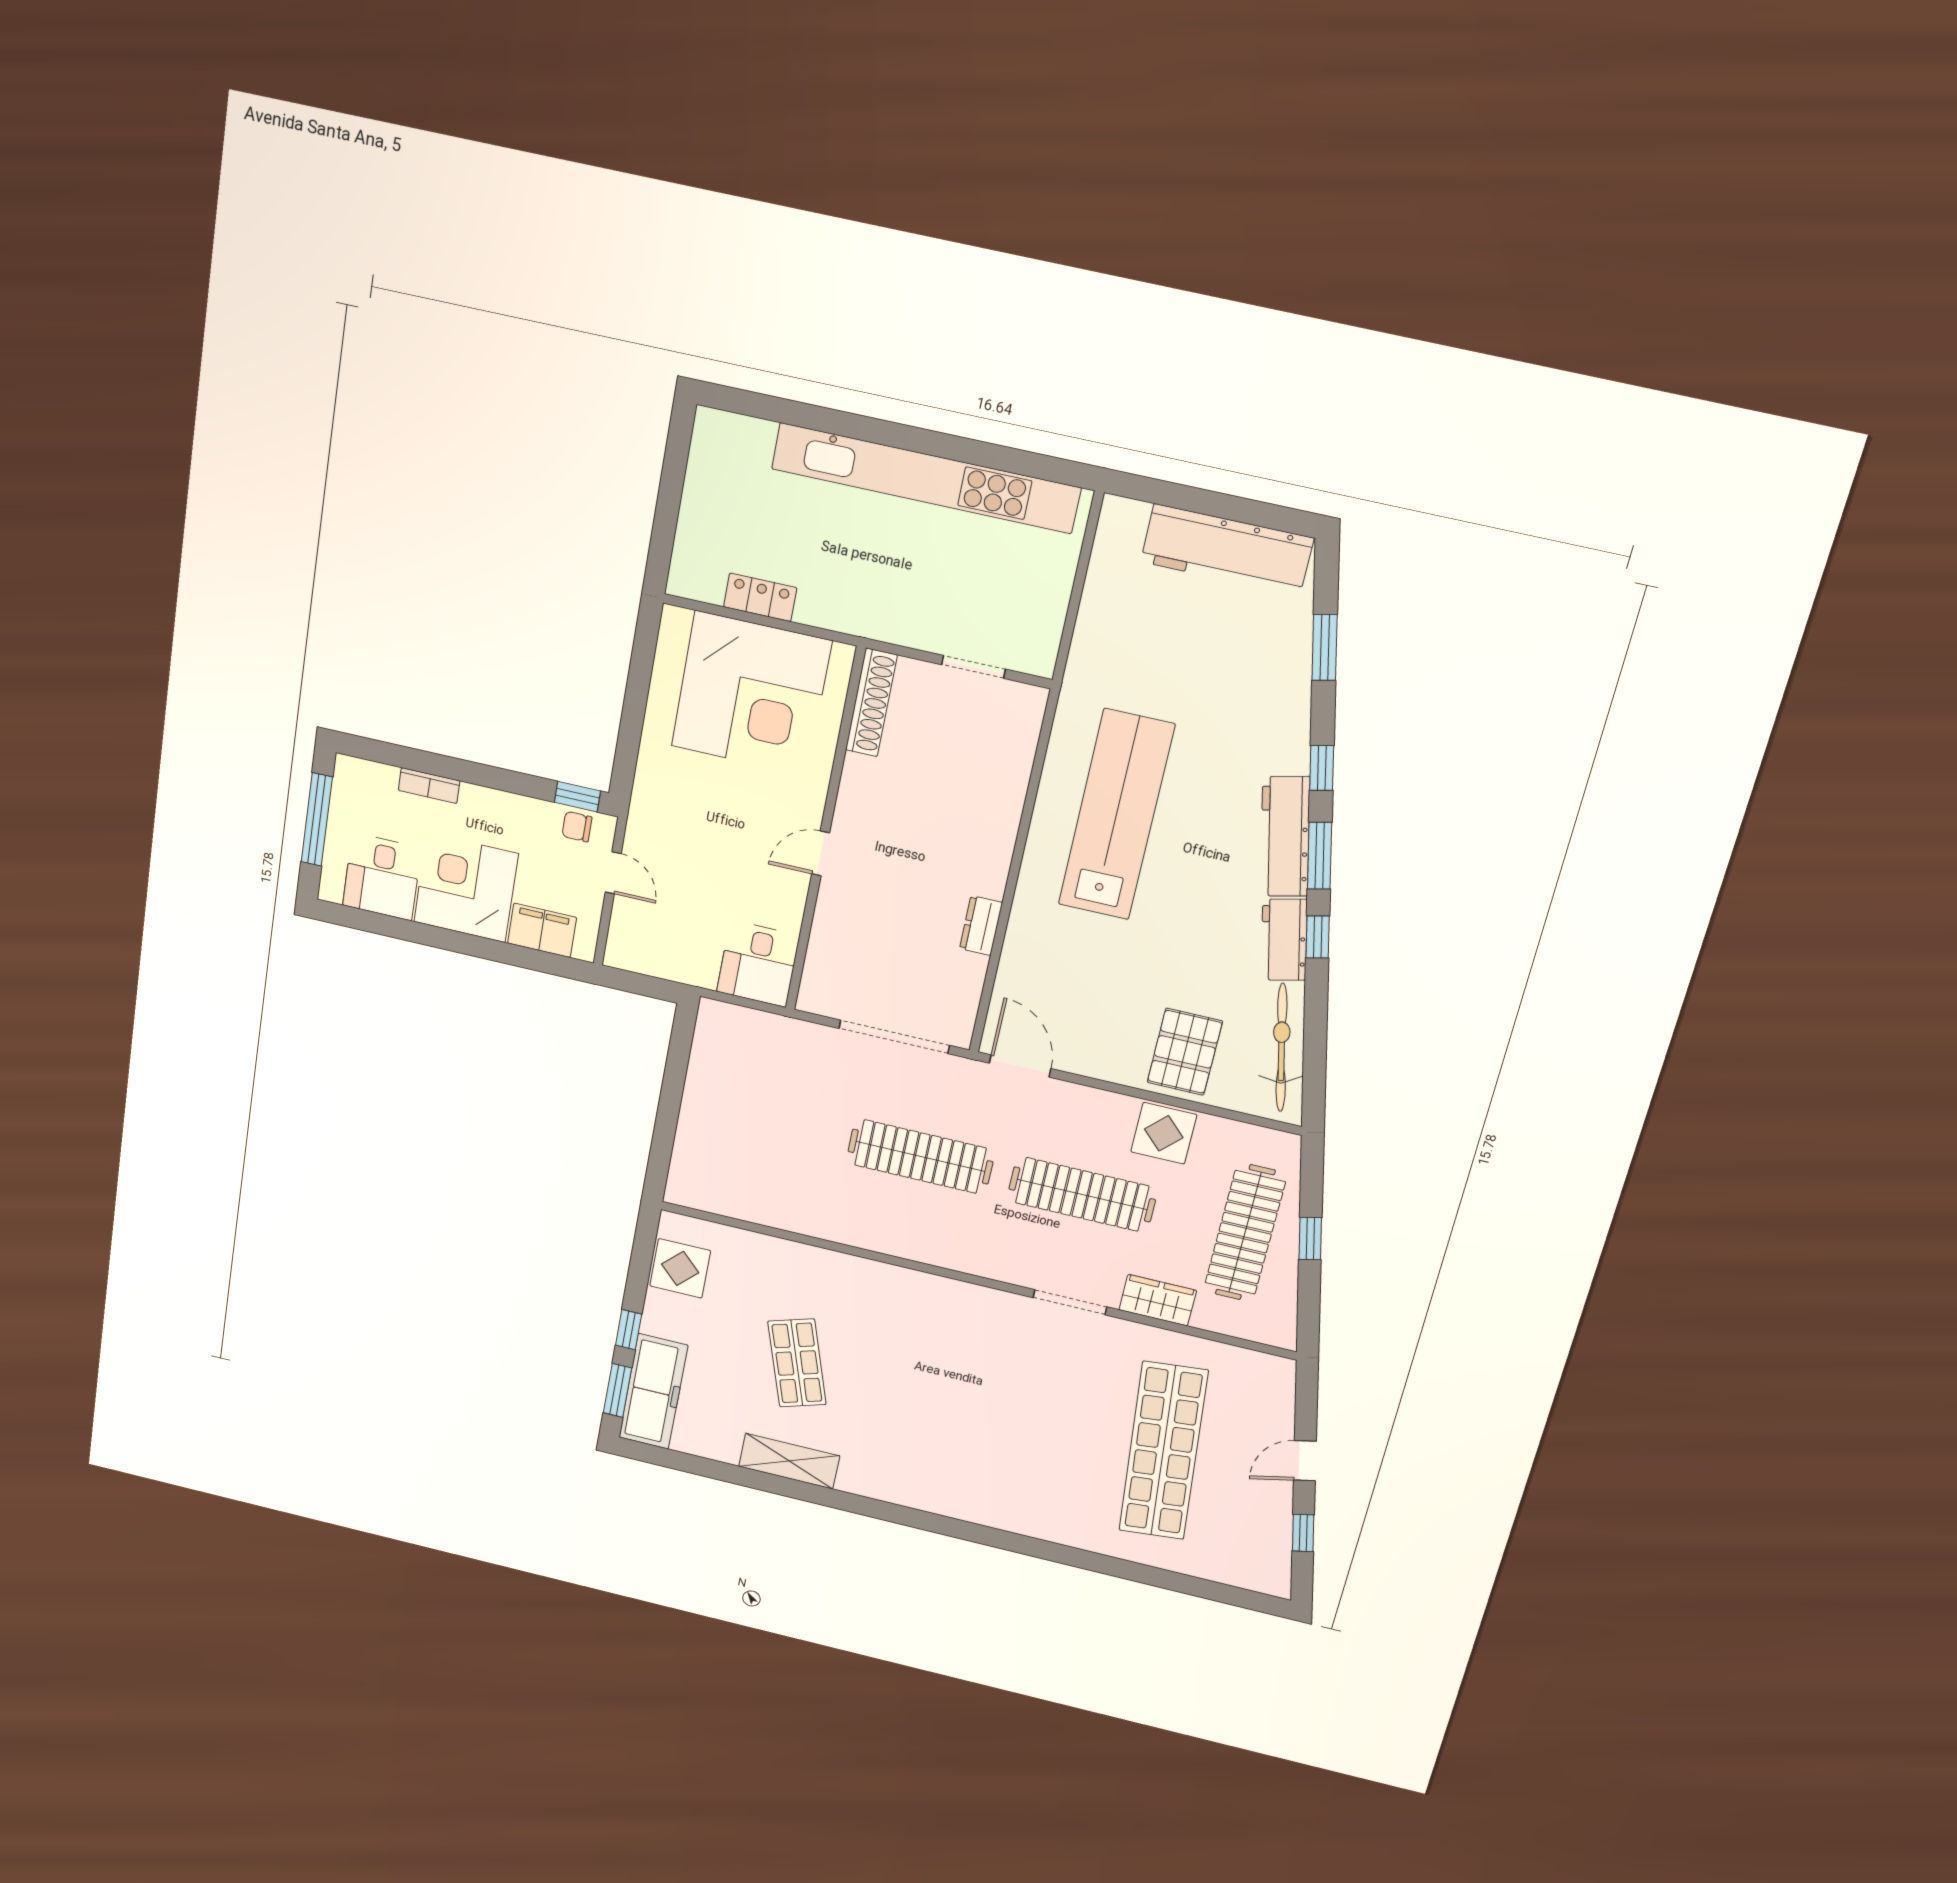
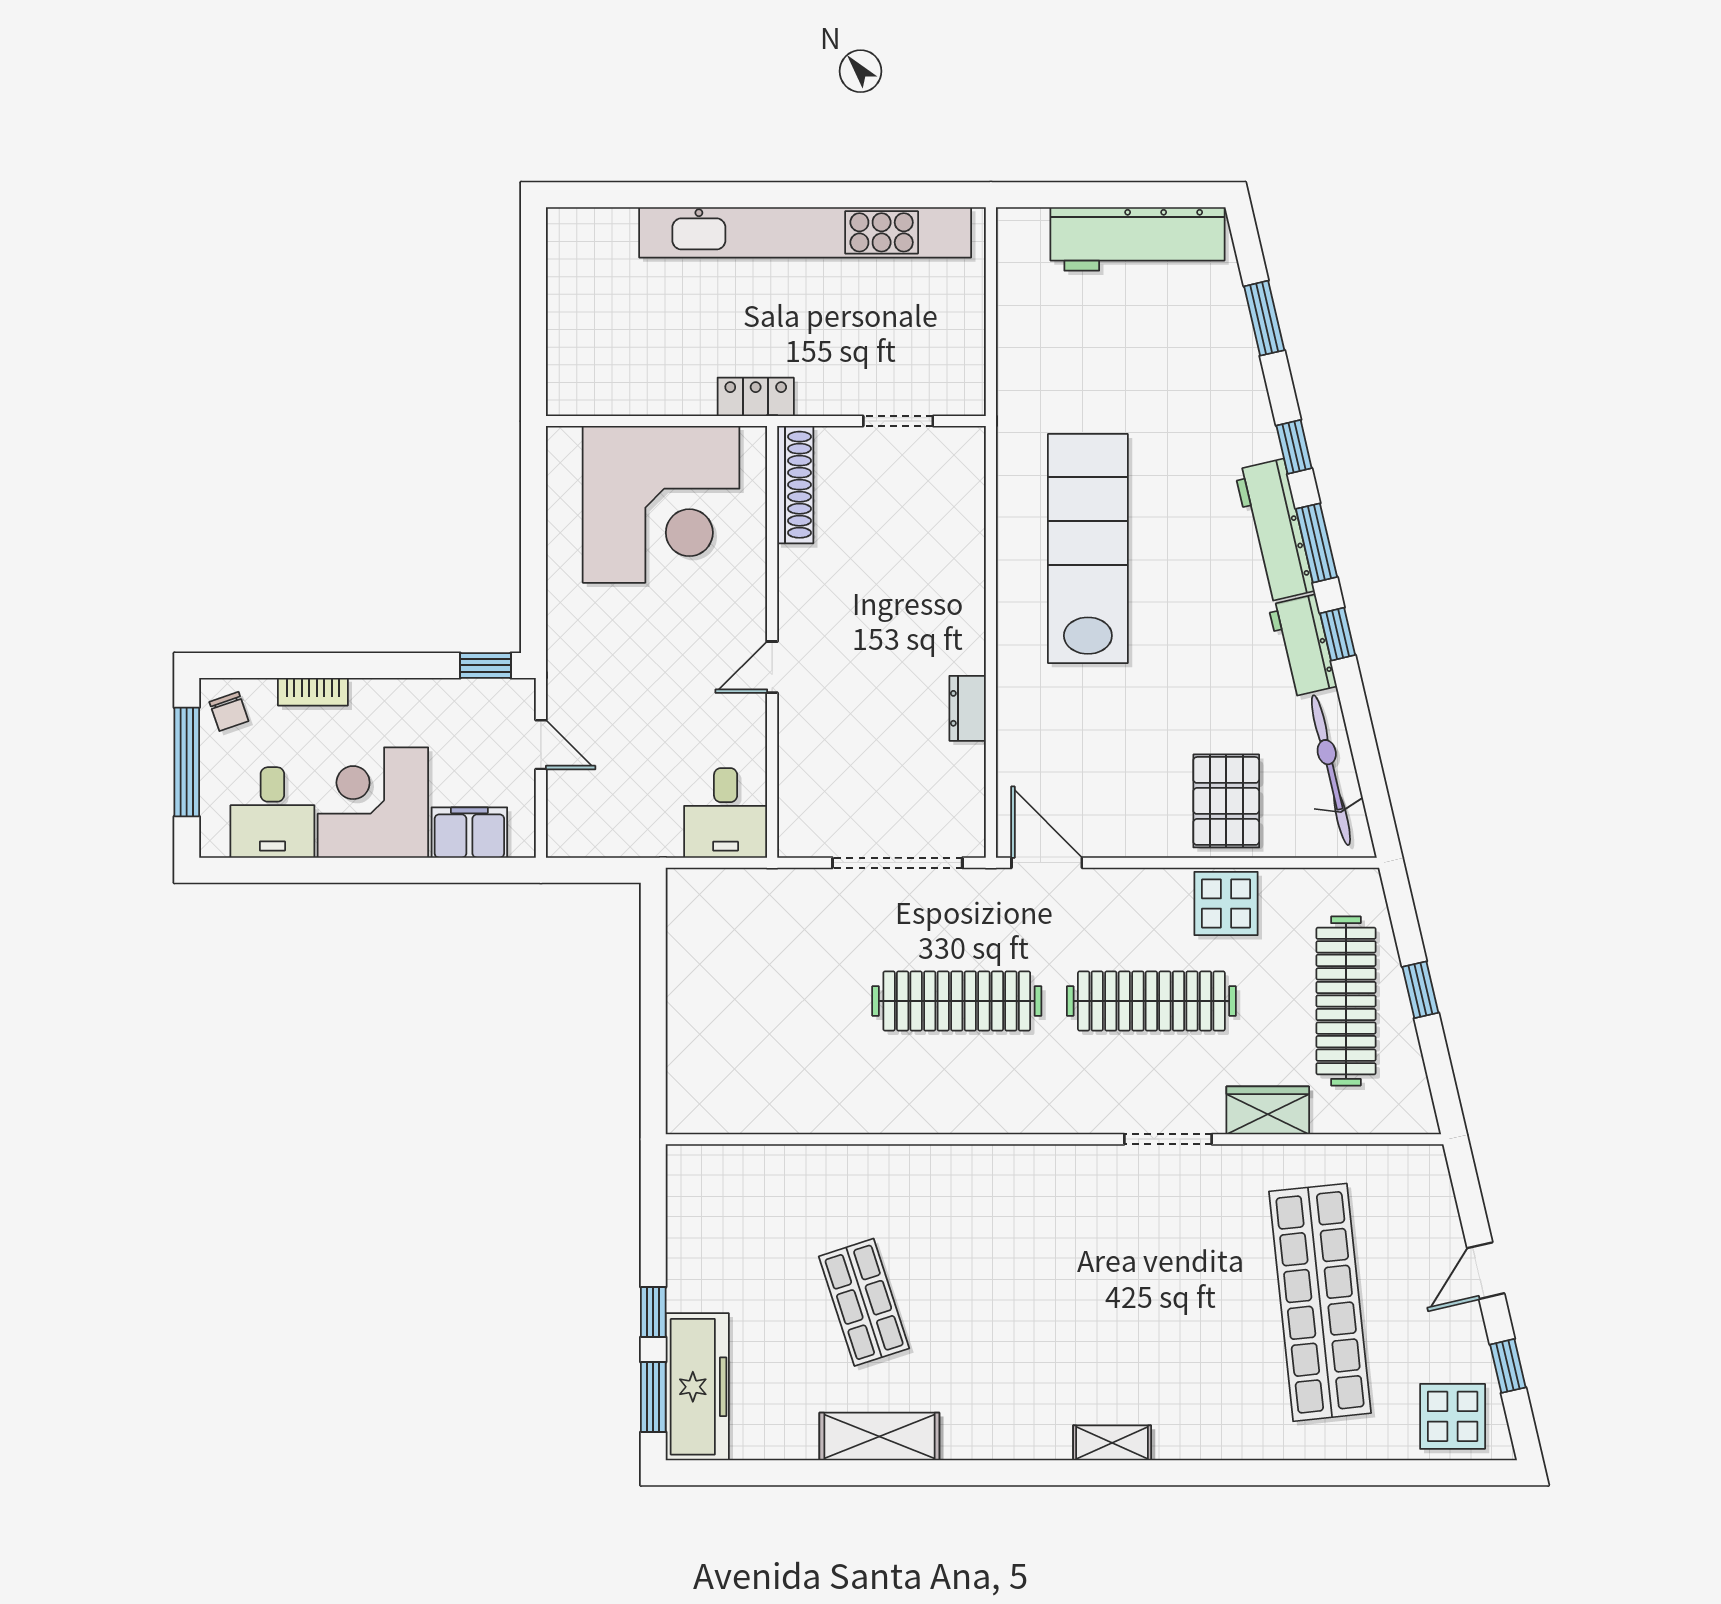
locker: (760, 597) -> (756, 397), moved
chair: (577, 827) -> (229, 711), moved, turned -109
display table: (680, 1268) -> (1453, 1416), moved
shelving: (972, 1510) -> (1112, 1443), added

